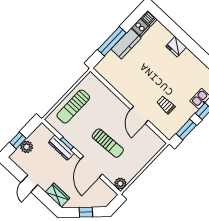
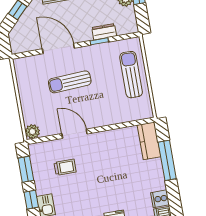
kitchen counter: (126, 44) -> (149, 141), moved
dresser: (61, 148) -> (104, 32), width x0.70
plant: (120, 184) -> (32, 132), moved

